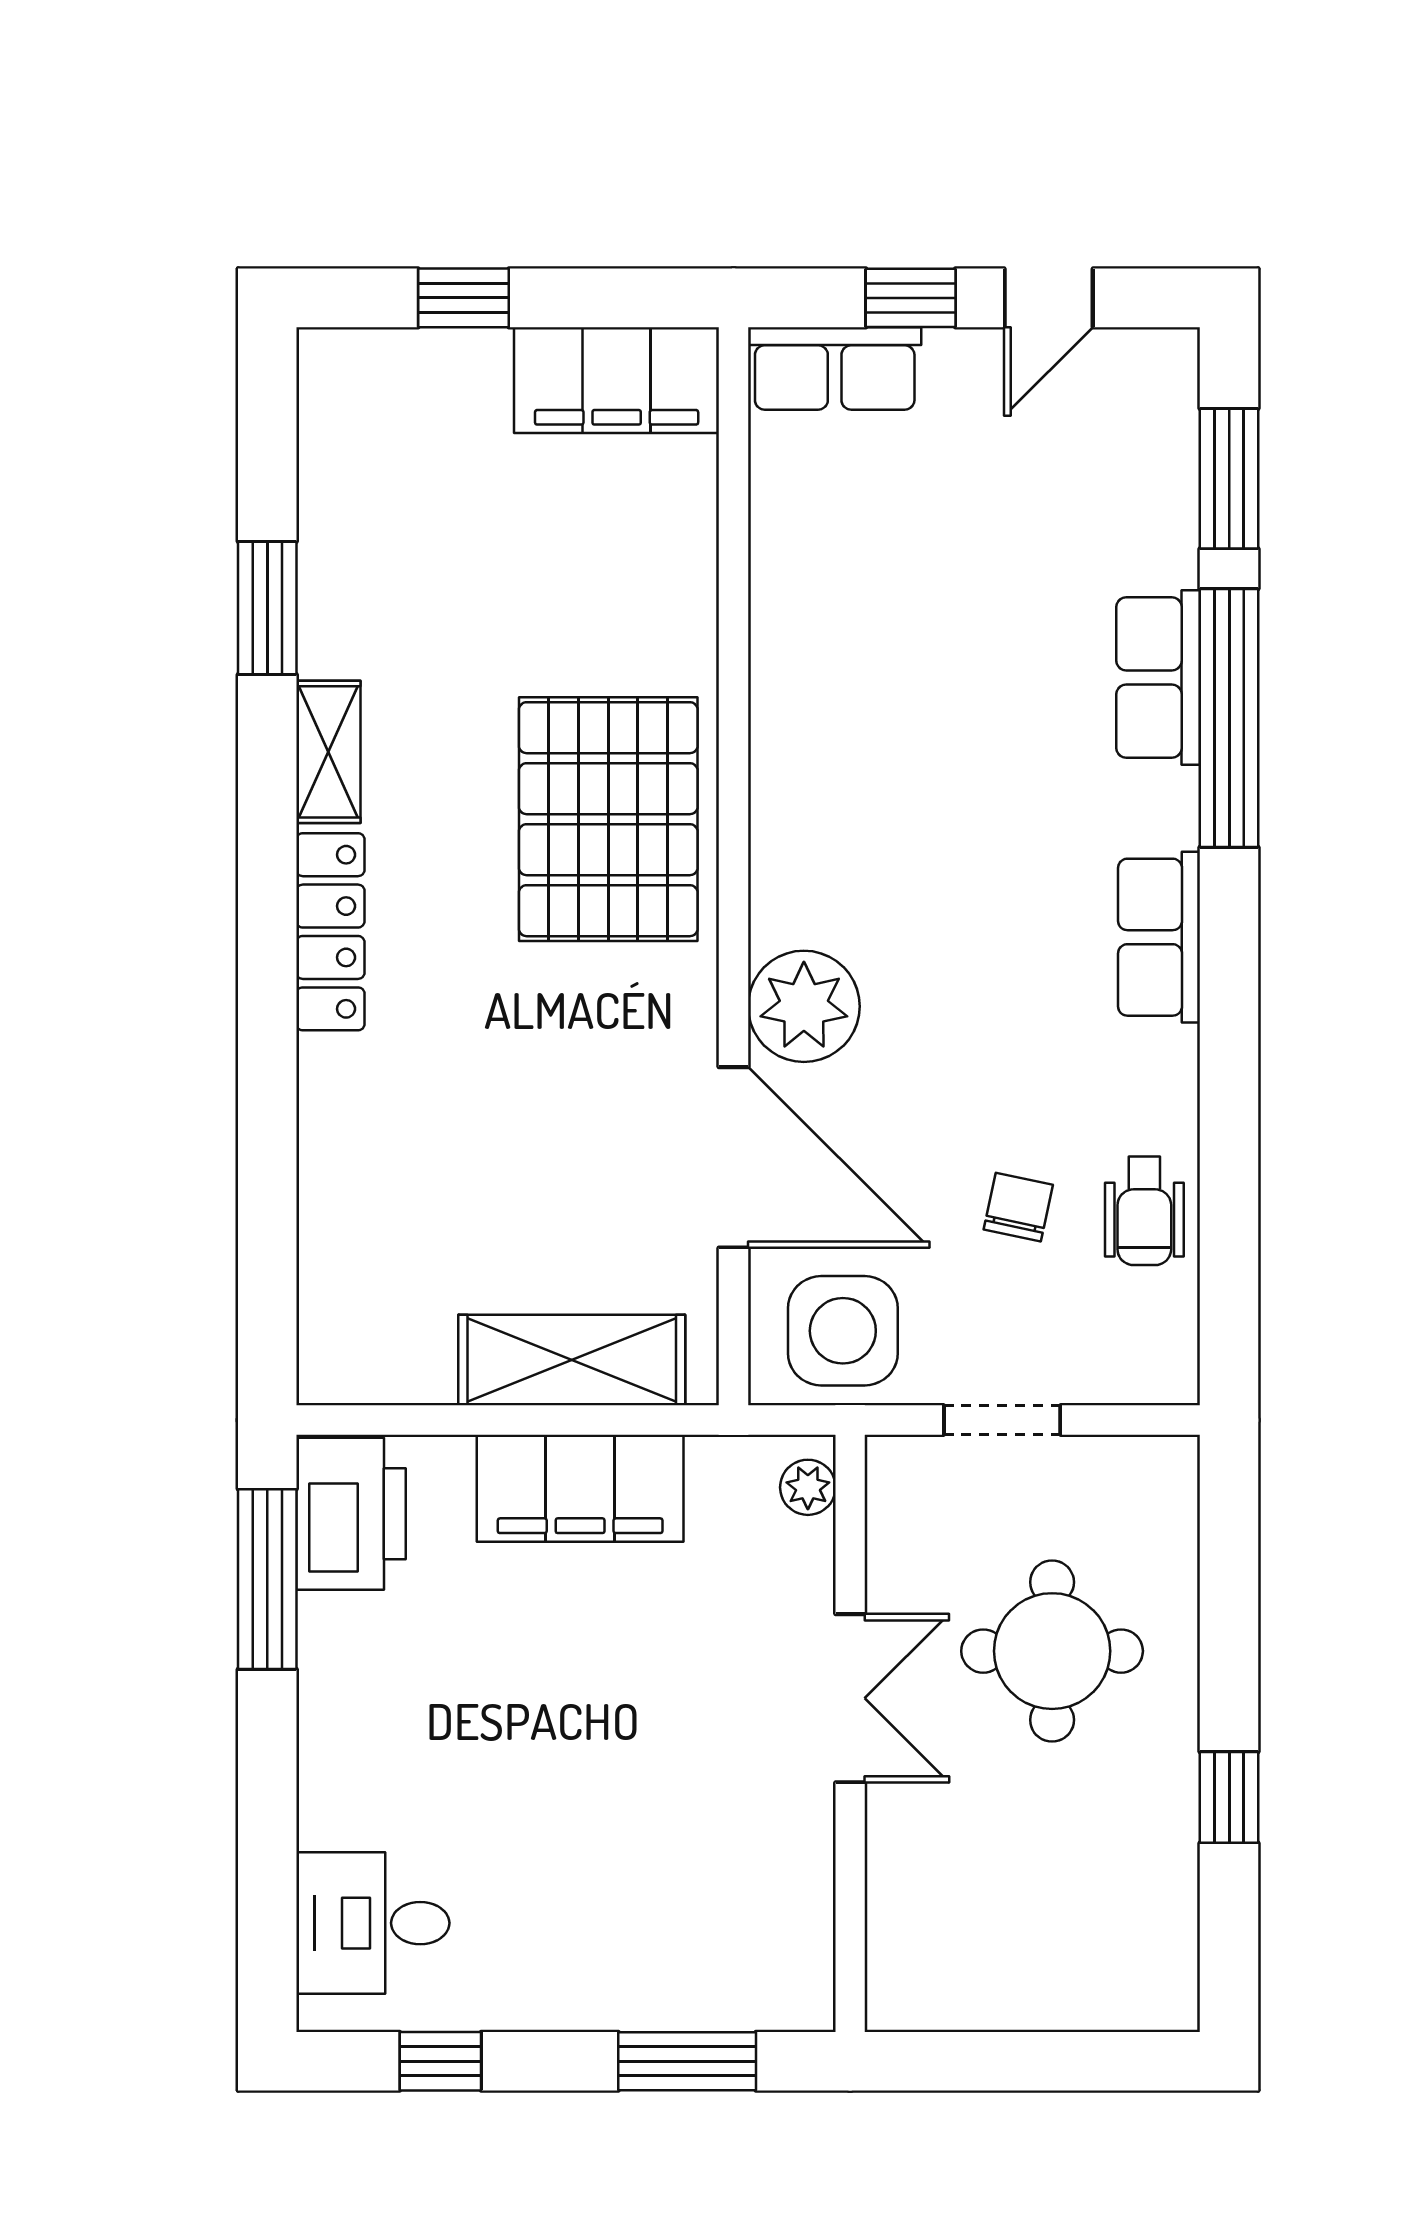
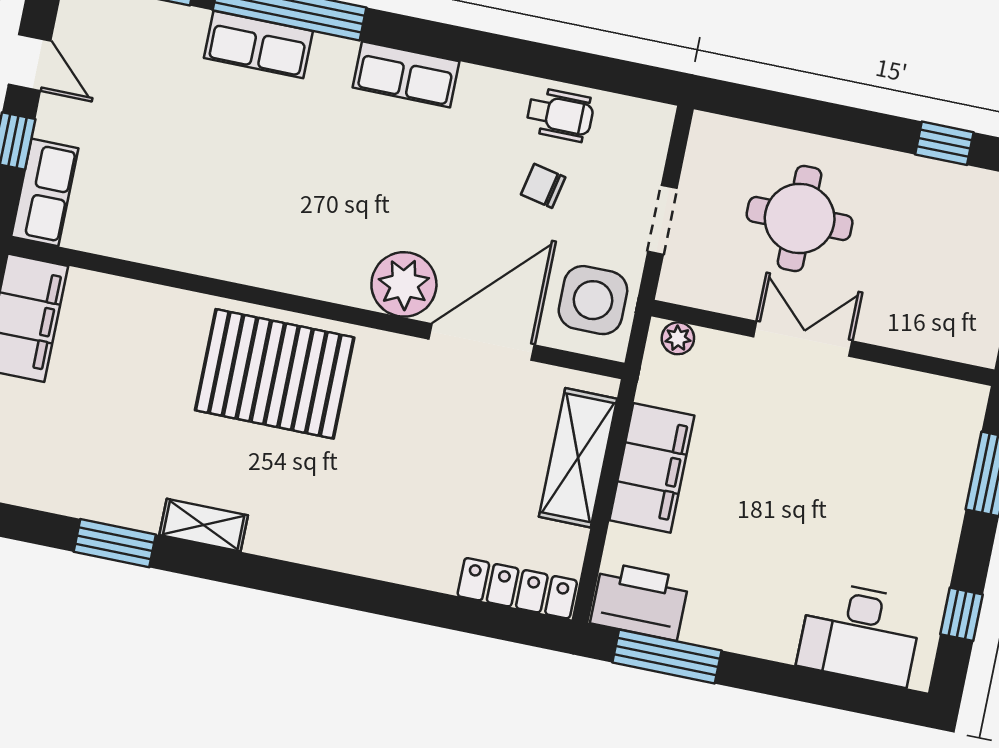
locker: (330, 932) -> (517, 588), moved
window: (1229, 1797) -> (944, 143), moved
desk: (373, 1923) -> (860, 633), width x1.37

